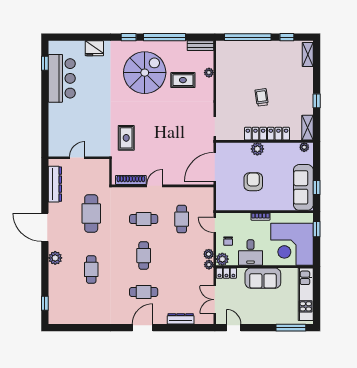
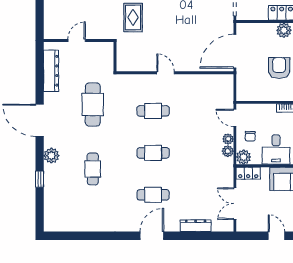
shoe rack: (131, 180) -> (138, 66), removed
door: (155, 186) -> (166, 73), hinge flipped
cafe table: (182, 219) -> (197, 111), removed
cafe table: (144, 256) -> (153, 153), turned 90
plant: (209, 265) -> (228, 139), moved
window: (45, 303) -> (40, 179), moved
door: (234, 328) -> (277, 236), moved

